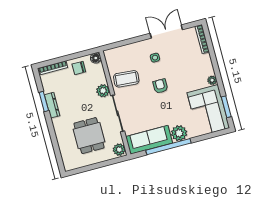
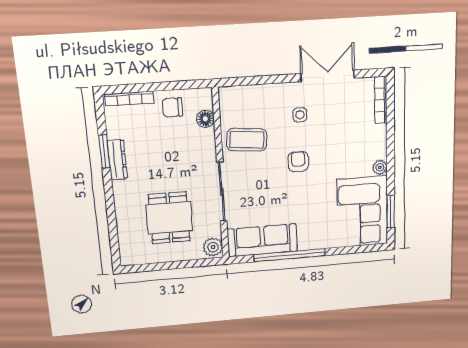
floor lamp: (96, 58) -> (205, 119), moved
plant: (103, 91) -> (205, 152), removed
plant: (179, 133) -> (310, 238), removed

